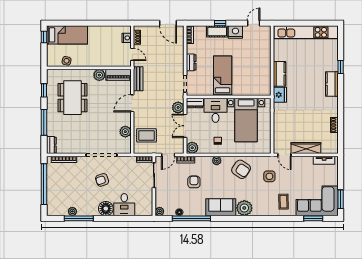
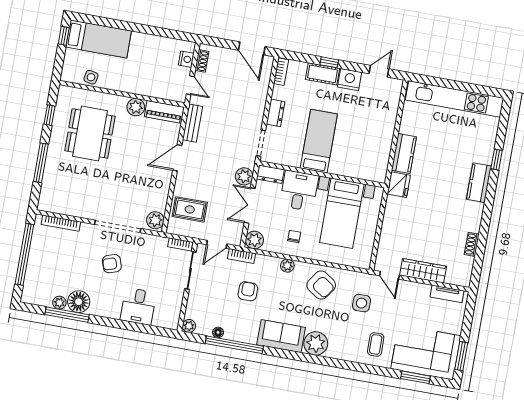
plant: (125, 132) -> (155, 220), moved
dresser: (51, 145) -> (46, 198), removed
floor lamp: (106, 209) -> (79, 302), moved

